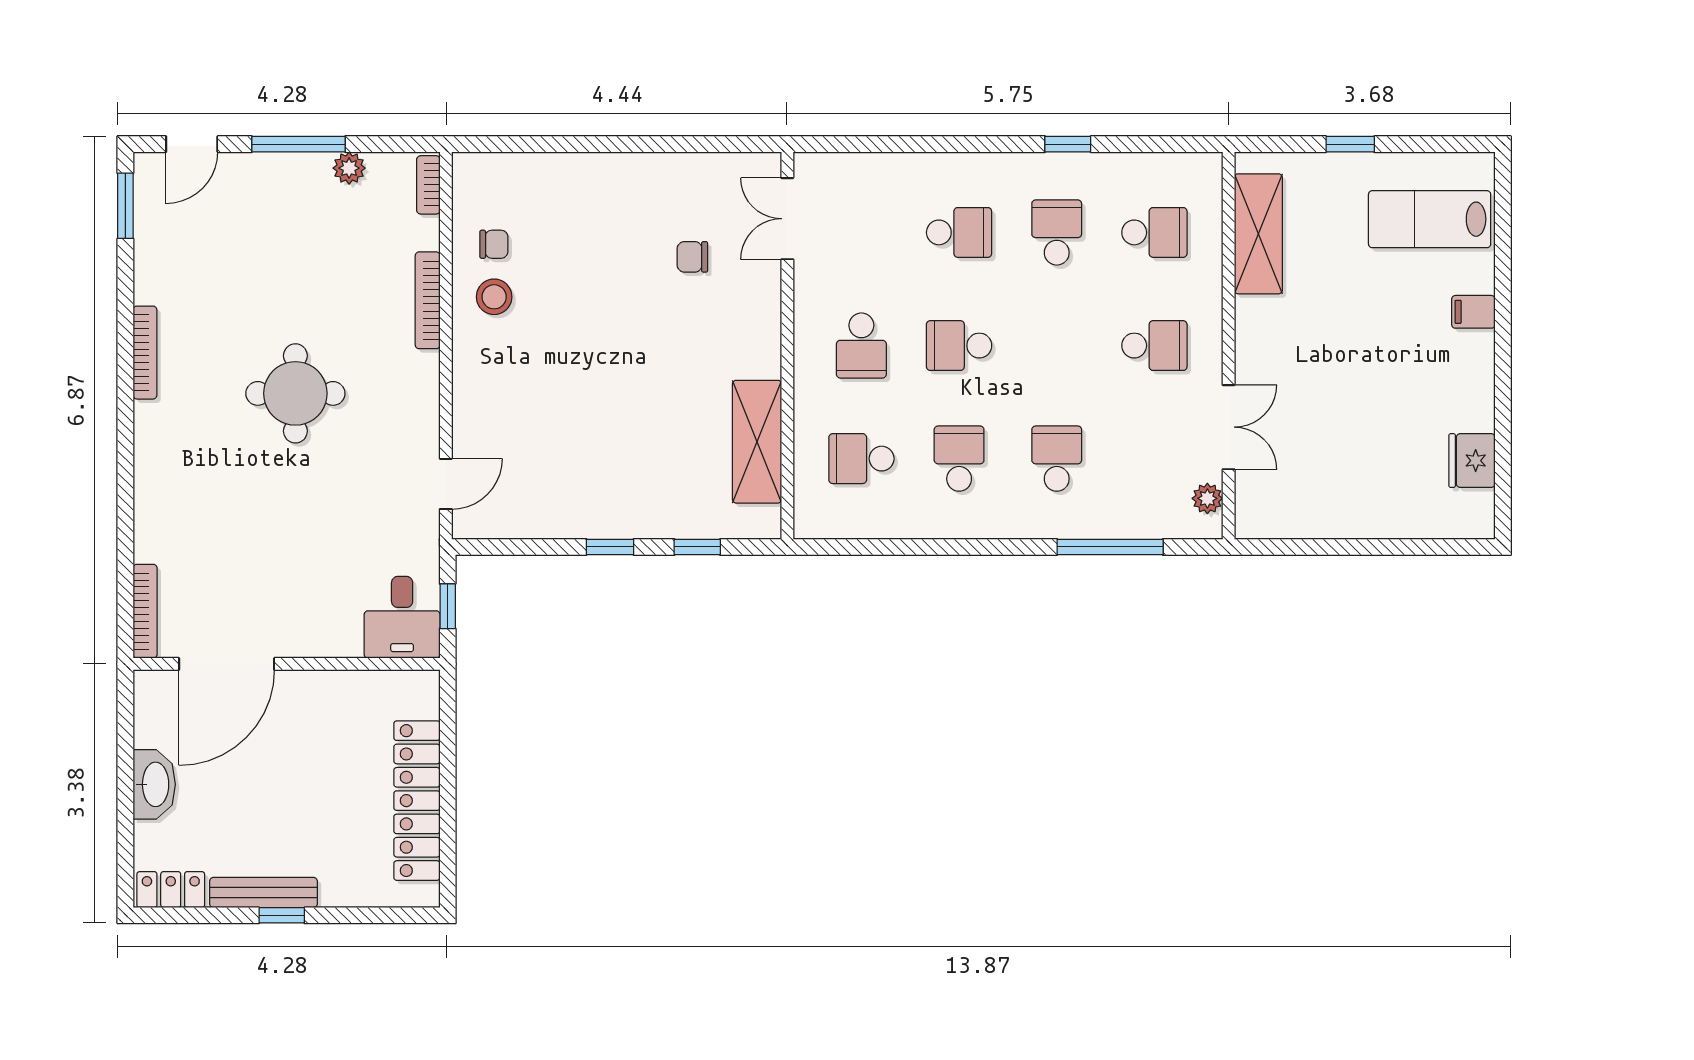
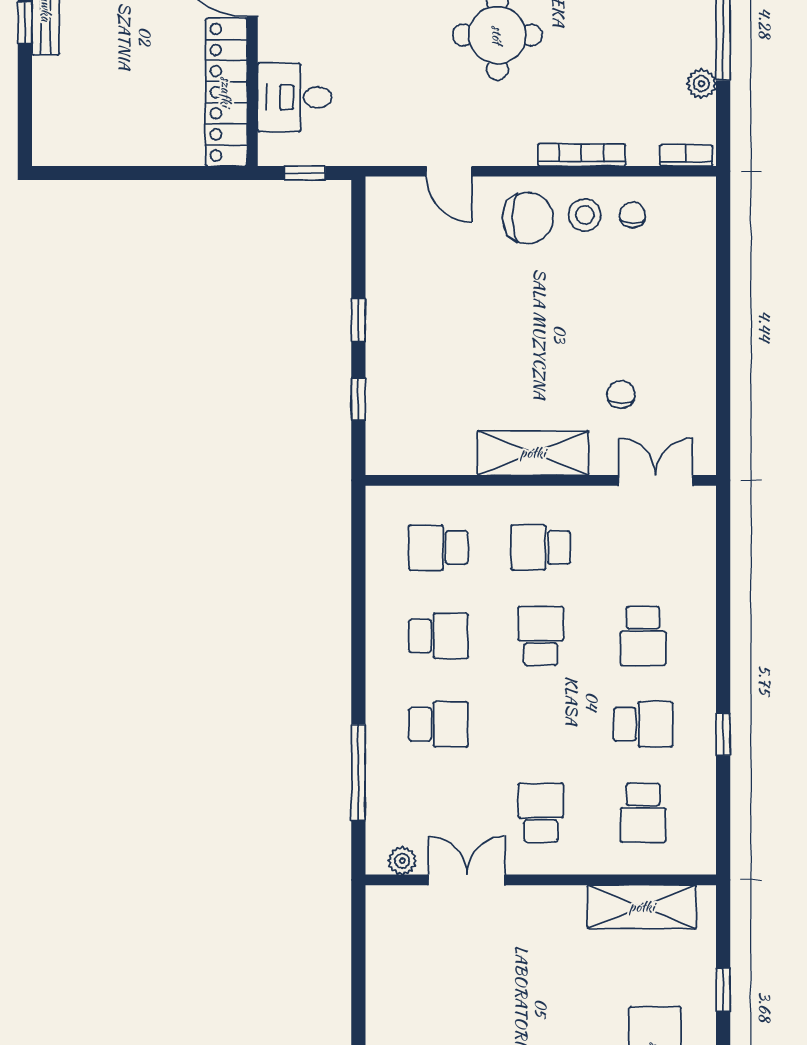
chair: (494, 244) -> (632, 215), turned 180
school desk: (1154, 346) -> (541, 813), turned 180
chair: (497, 360) -> (528, 218), added
double door: (1229, 427) -> (467, 880), swing flipped
shelving: (757, 442) -> (533, 453), moved
school desk: (861, 459) -> (438, 547), turned -90
door: (446, 484) -> (449, 171), moved
desk: (402, 617) -> (295, 97), moved
locker: (417, 801) -> (226, 92), moved, turned -90

